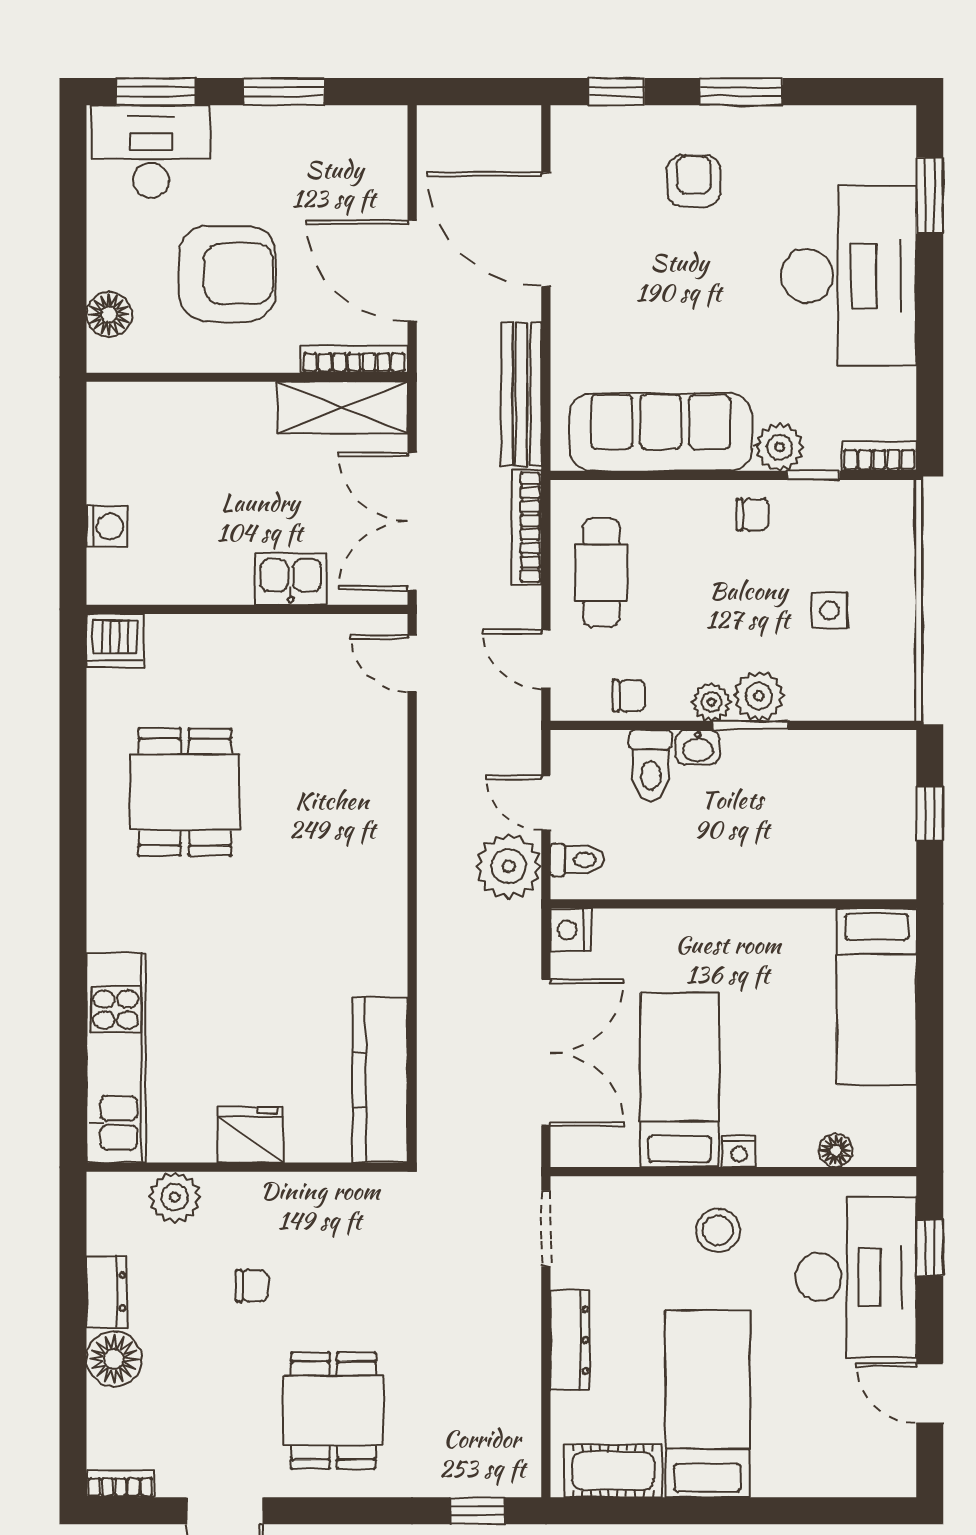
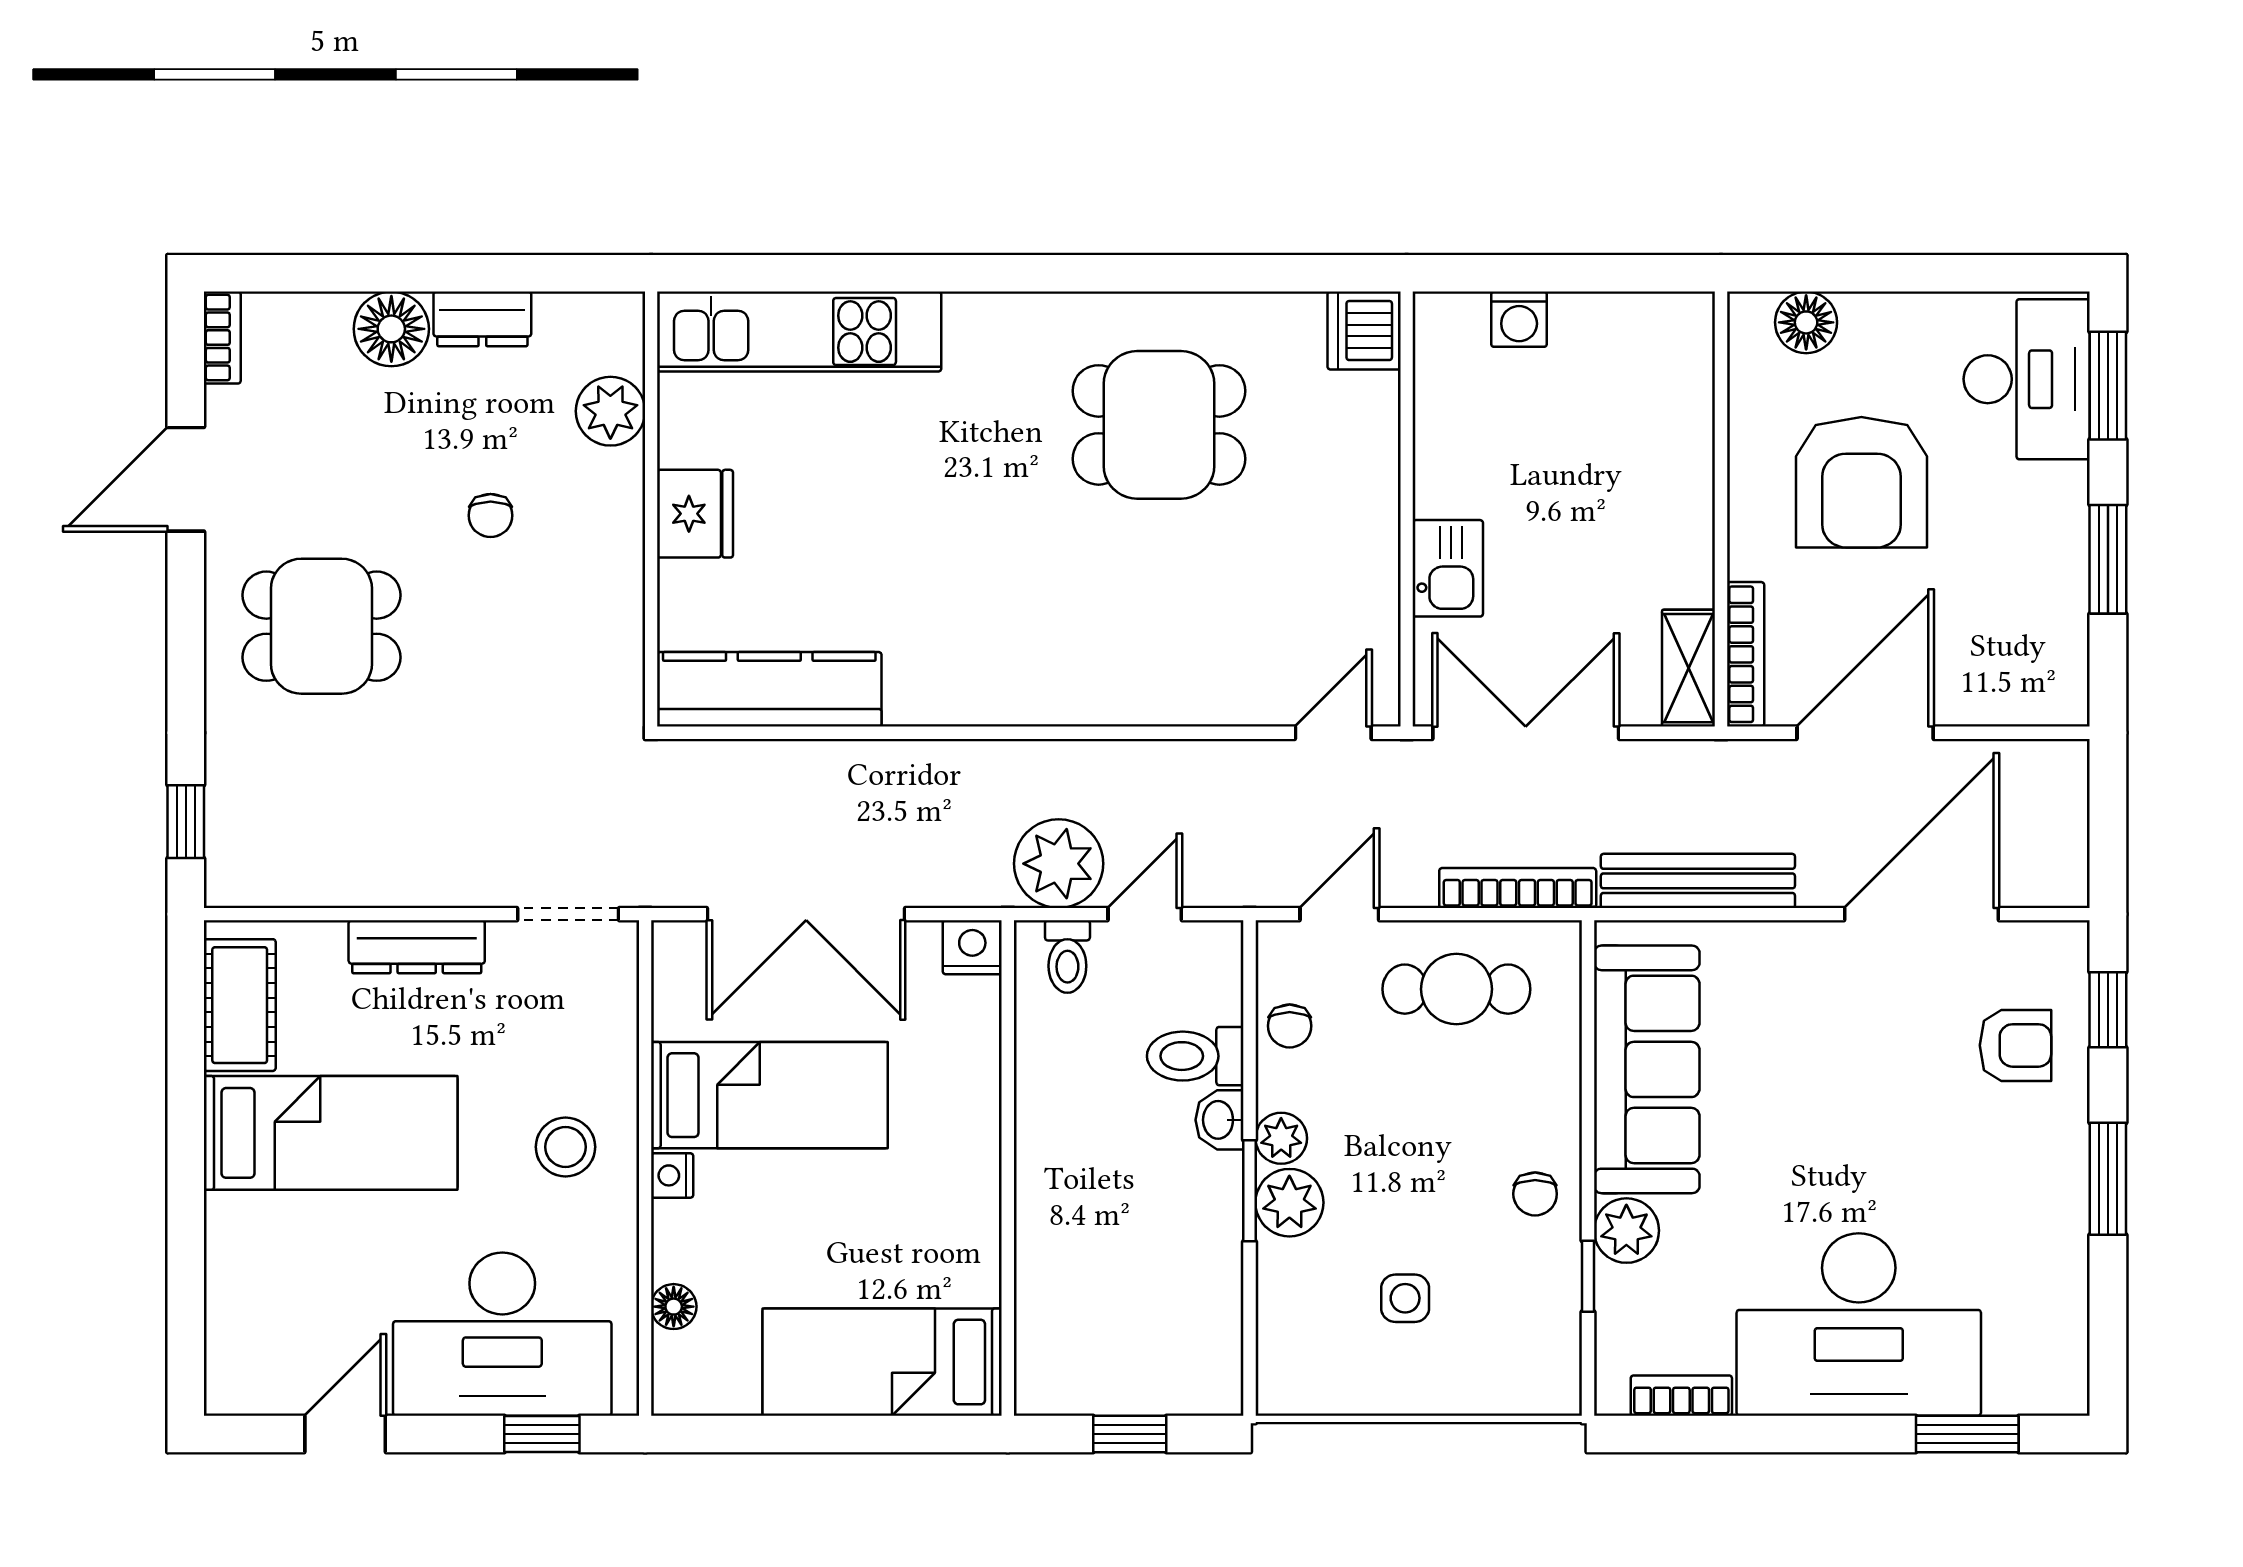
armchair: (694, 181) -> (2015, 1045), moved
shelving: (343, 408) -> (1689, 668), width x0.67, depth x0.75
bookcase: (879, 456) -> (1681, 1396), moved, turned -90

